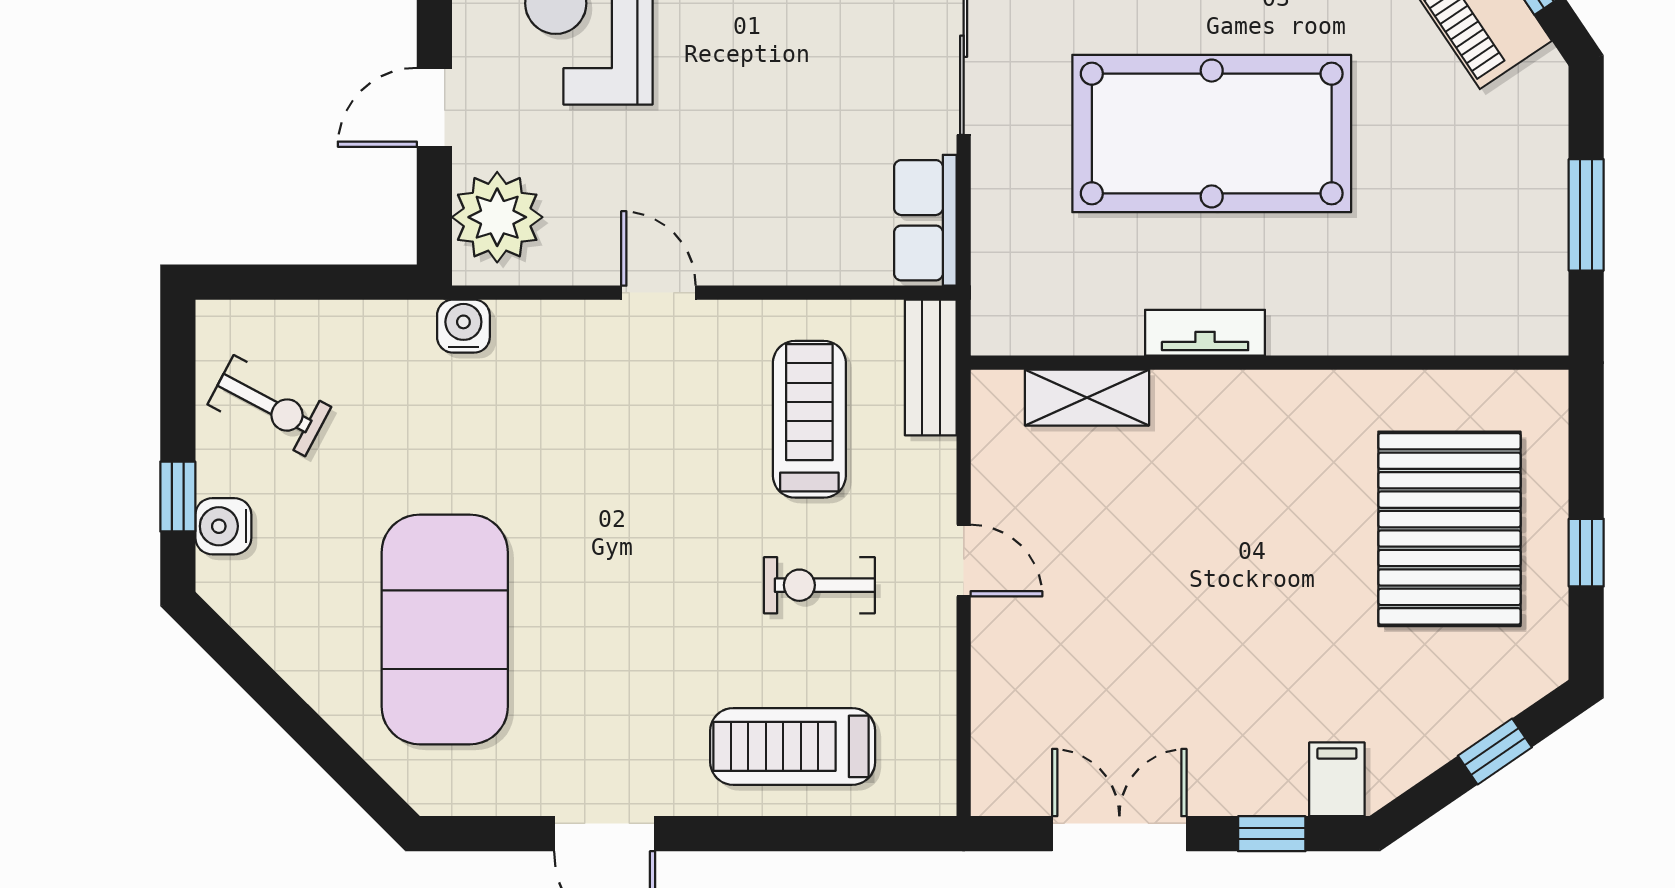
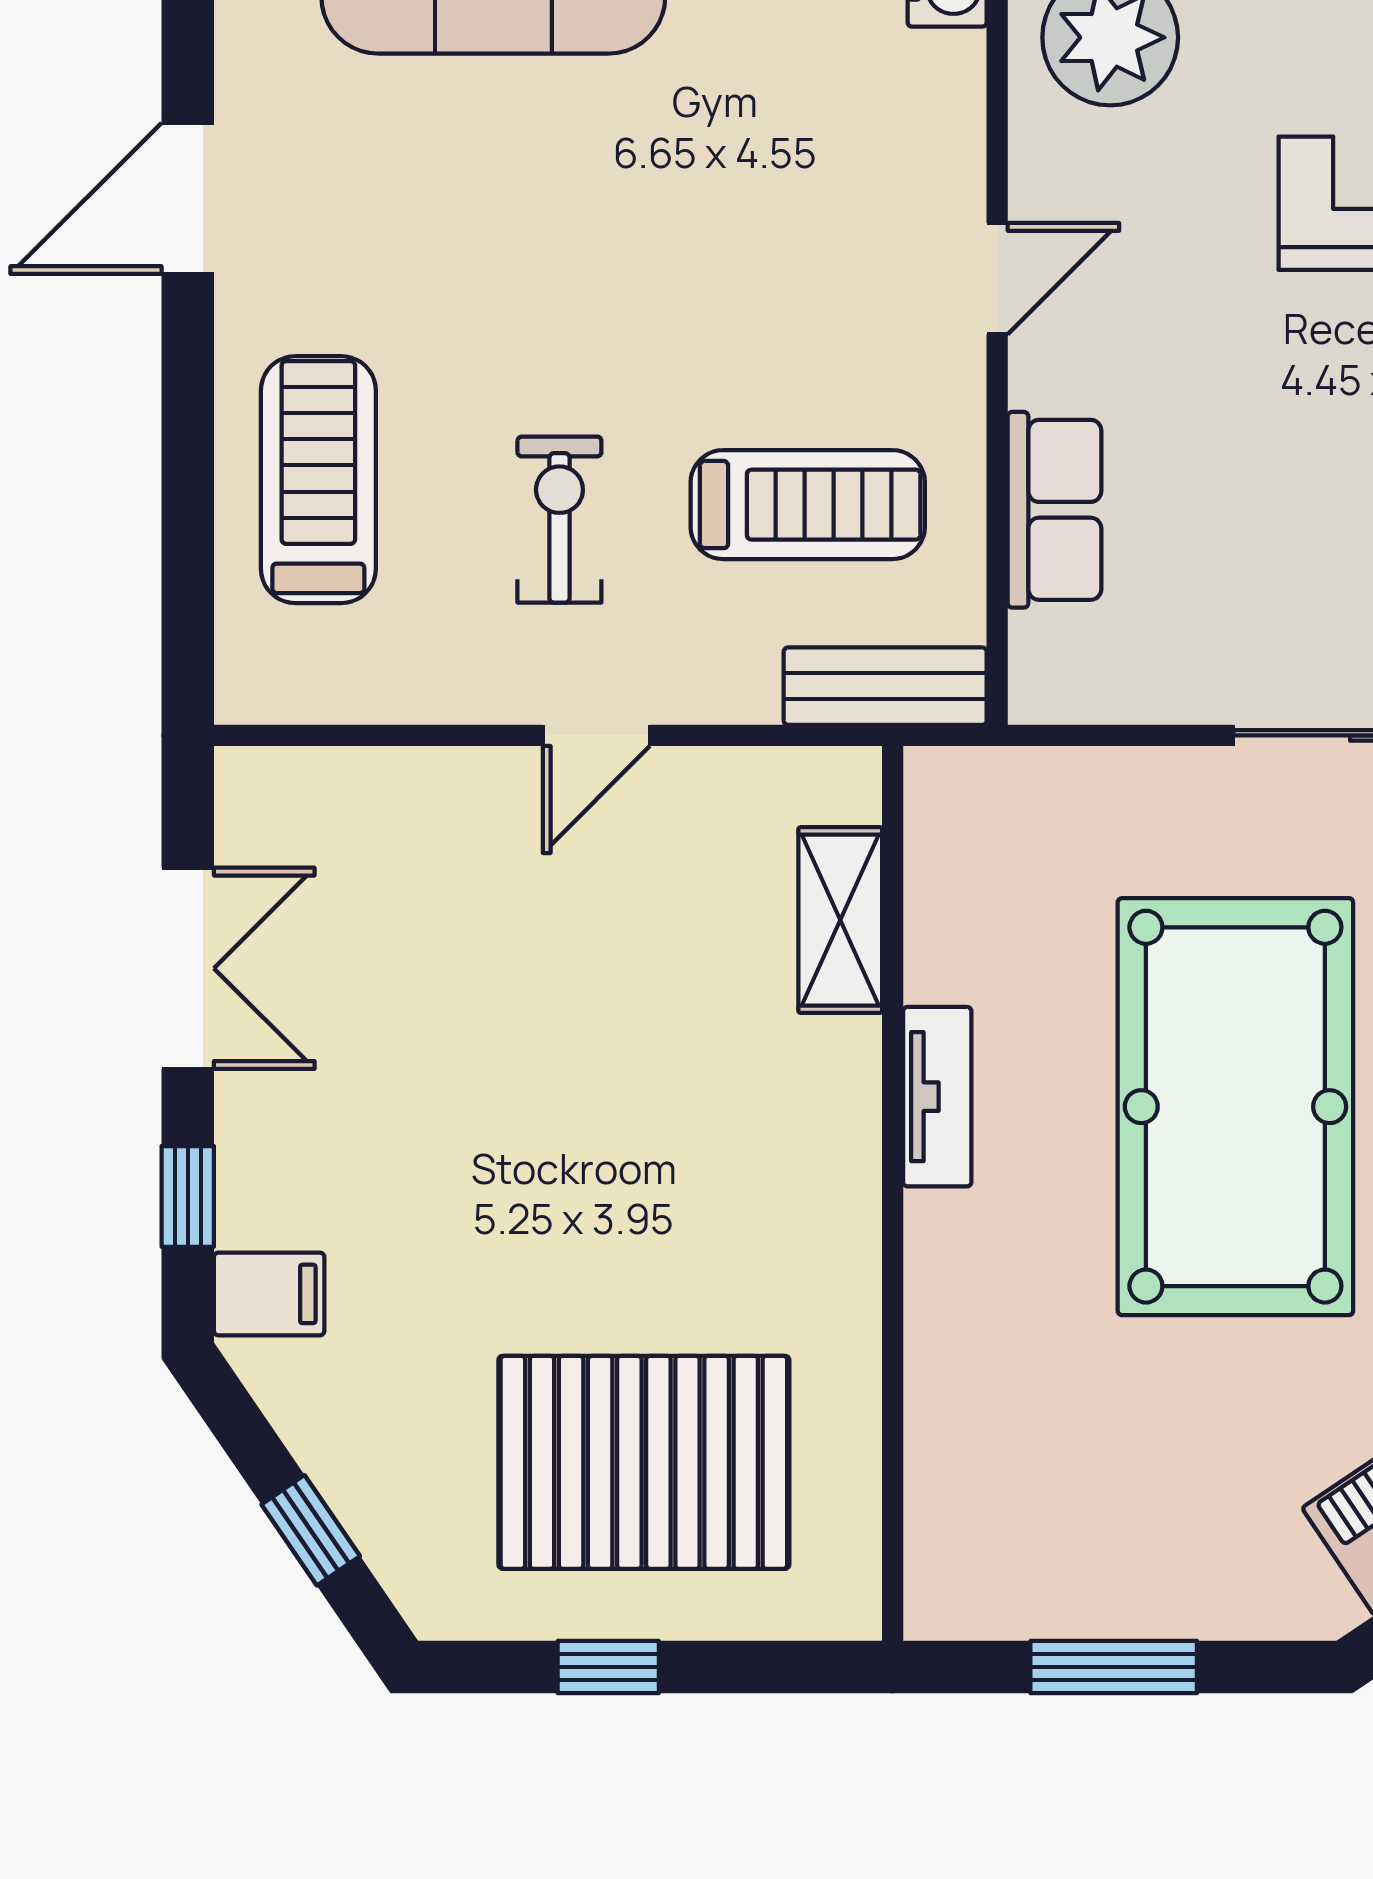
row of seats: (925, 220) -> (1054, 510), moved, turned 90

